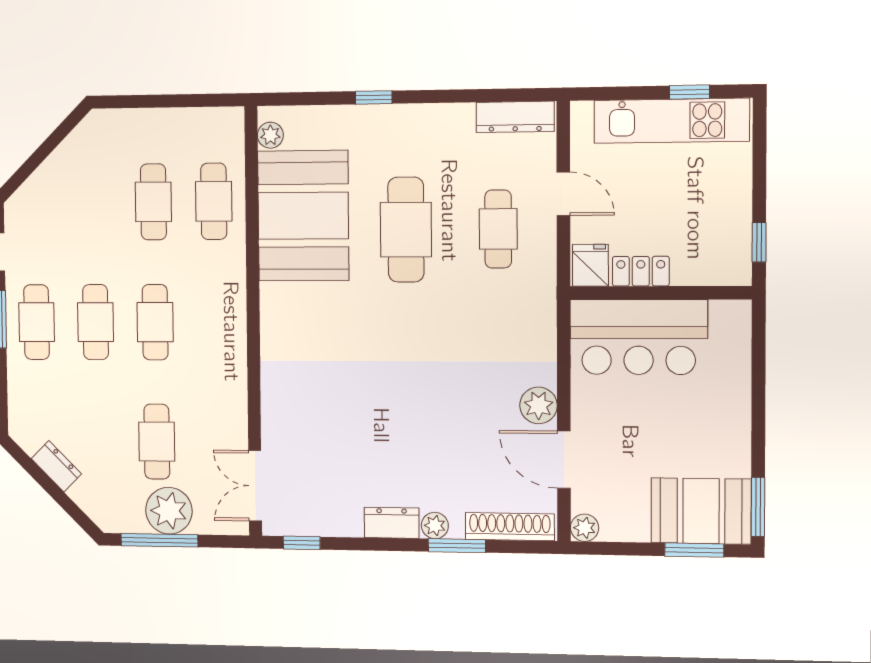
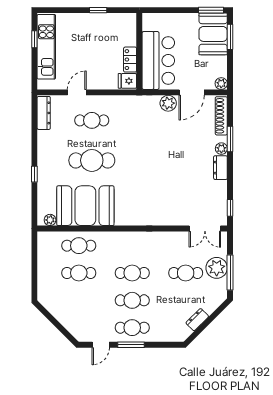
fridge: (590, 265) -> (127, 81), moved
locker: (641, 271) -> (130, 60), moved
wall: (660, 293) -> (139, 51), moved
bar counter: (639, 337) -> (158, 61), moved

